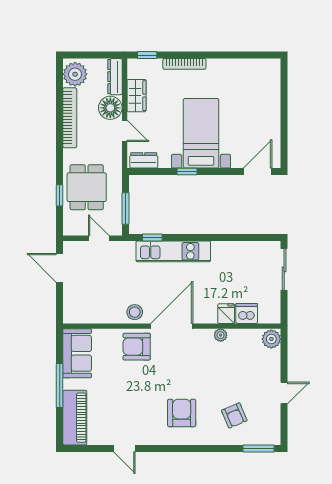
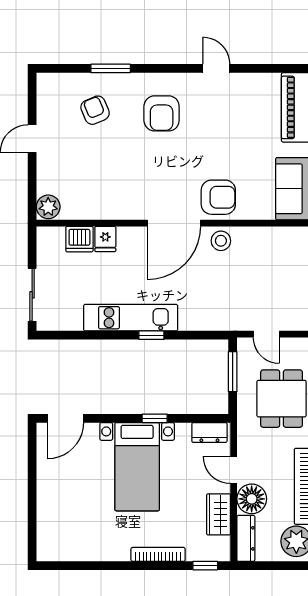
window: (152, 237) -> (151, 335), moved
kitchen unit: (173, 251) -> (131, 318), moved
plant: (221, 335) -> (112, 212), removed
door: (124, 448) -> (216, 68), moved
window: (259, 448) -> (111, 68), moved

